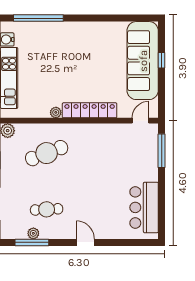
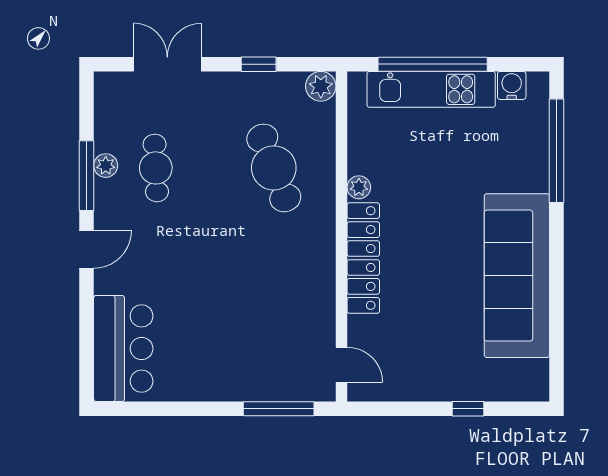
sofa: (143, 61) -> (517, 276), moved, turned -90
bar counter: (144, 207) -> (123, 349), moved, turned 90
plant: (33, 233) -> (106, 166), moved
window: (32, 242) -> (87, 176), moved

